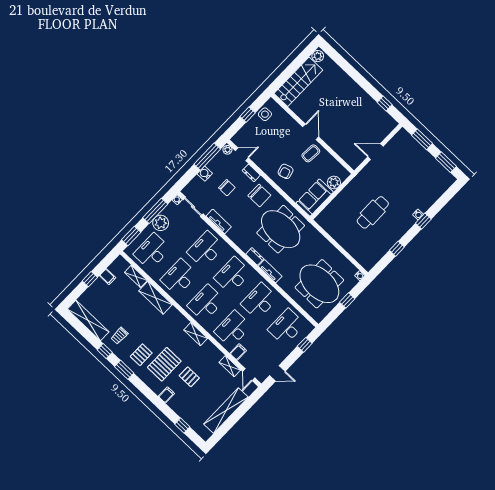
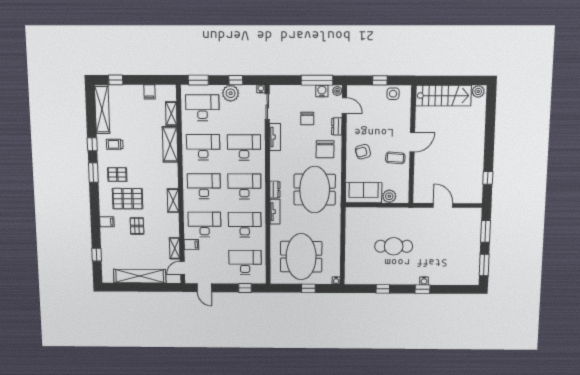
water cooler: (205, 174) -> (322, 91), moved
window: (155, 211) -> (236, 80), width x0.46
window: (90, 279) -> (116, 80), moved

